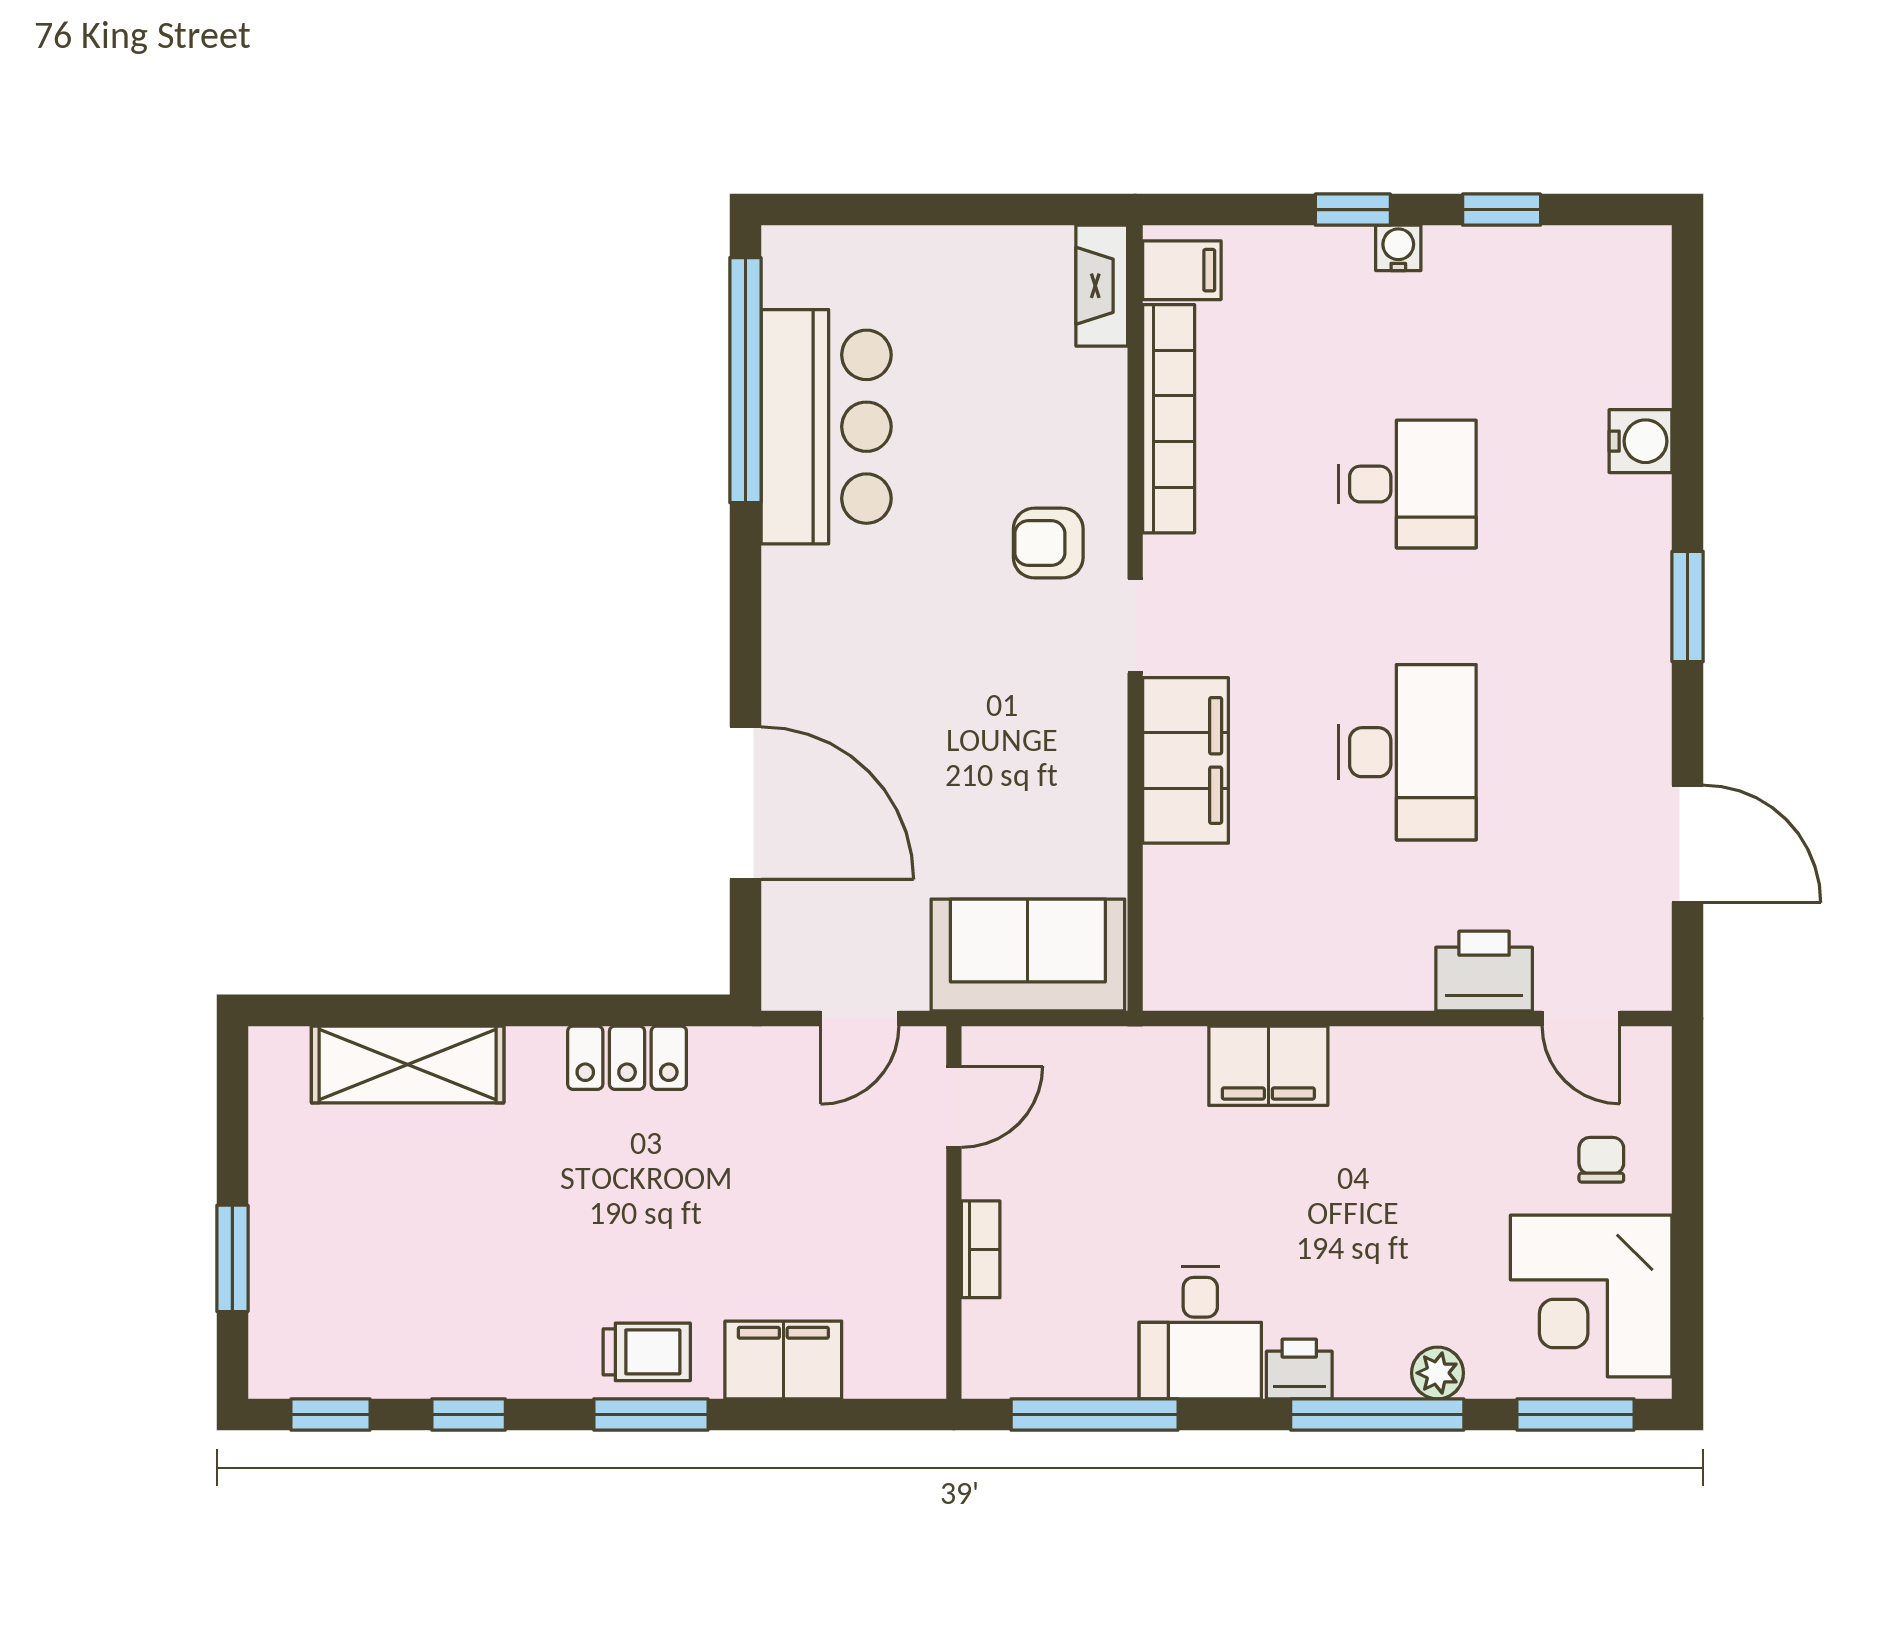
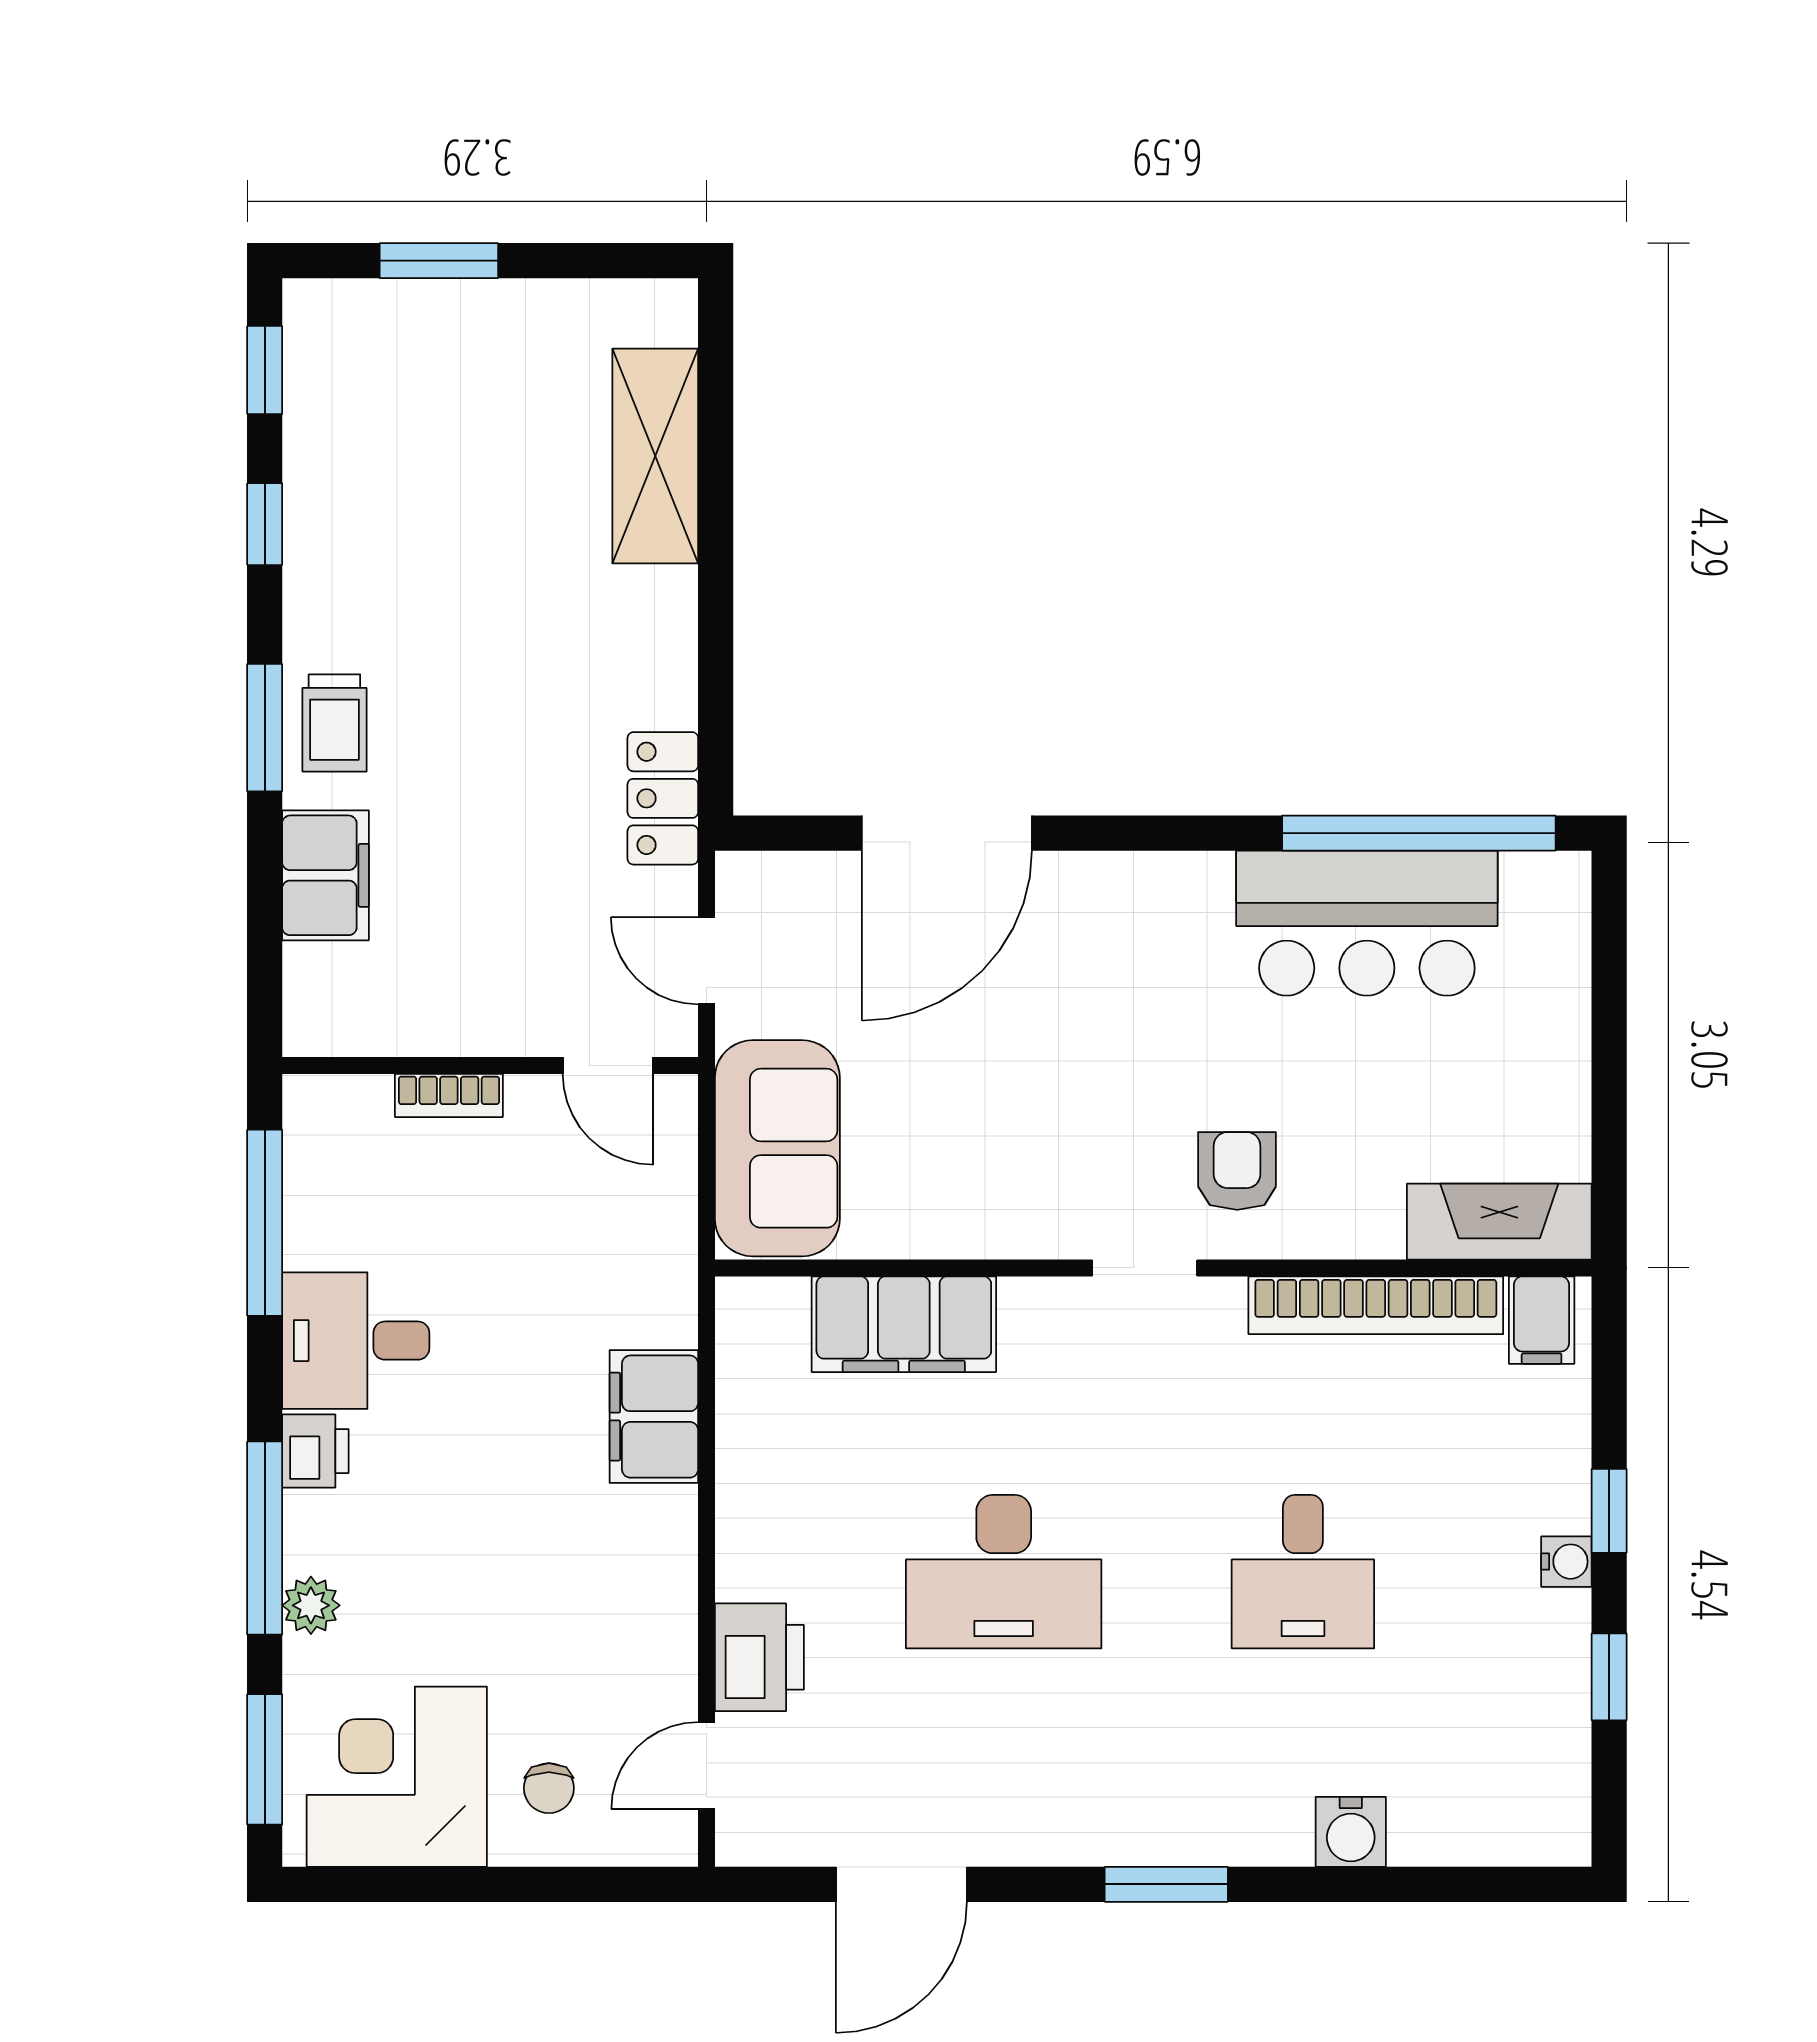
fireplace: (1102, 286) -> (1499, 1222), width x1.37, depth x1.32
filing cabinet: (1186, 760) -> (904, 1324), moved
locker: (627, 1058) -> (663, 798), moved
chair: (1601, 1160) -> (549, 1788), turned 90

